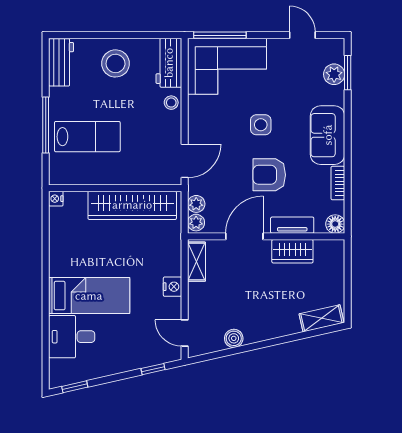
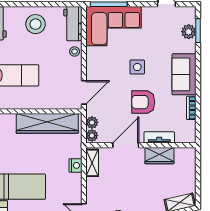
floor lamp: (335, 224) -> (189, 137), removed
nightstand: (173, 287) -> (75, 165), moved

